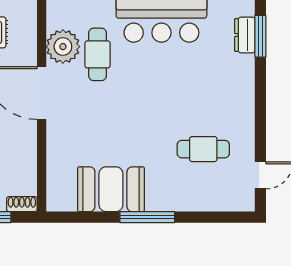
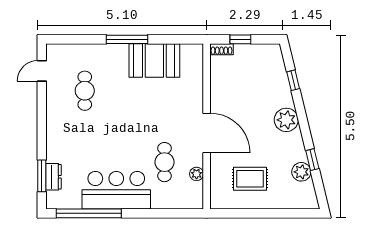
plant: (63, 47) -> (197, 174), width x0.53, depth x0.53
cafe table: (203, 149) -> (85, 91), turned 90

